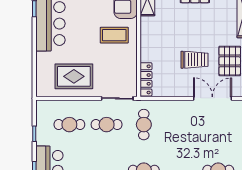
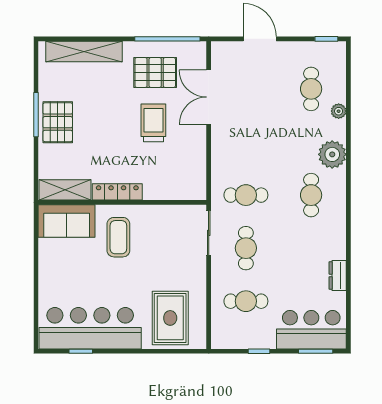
rug: (74, 76) -> (170, 318), moved
locker: (146, 79) -> (117, 192), moved
cafe table: (69, 125) -> (246, 301), turned 90

